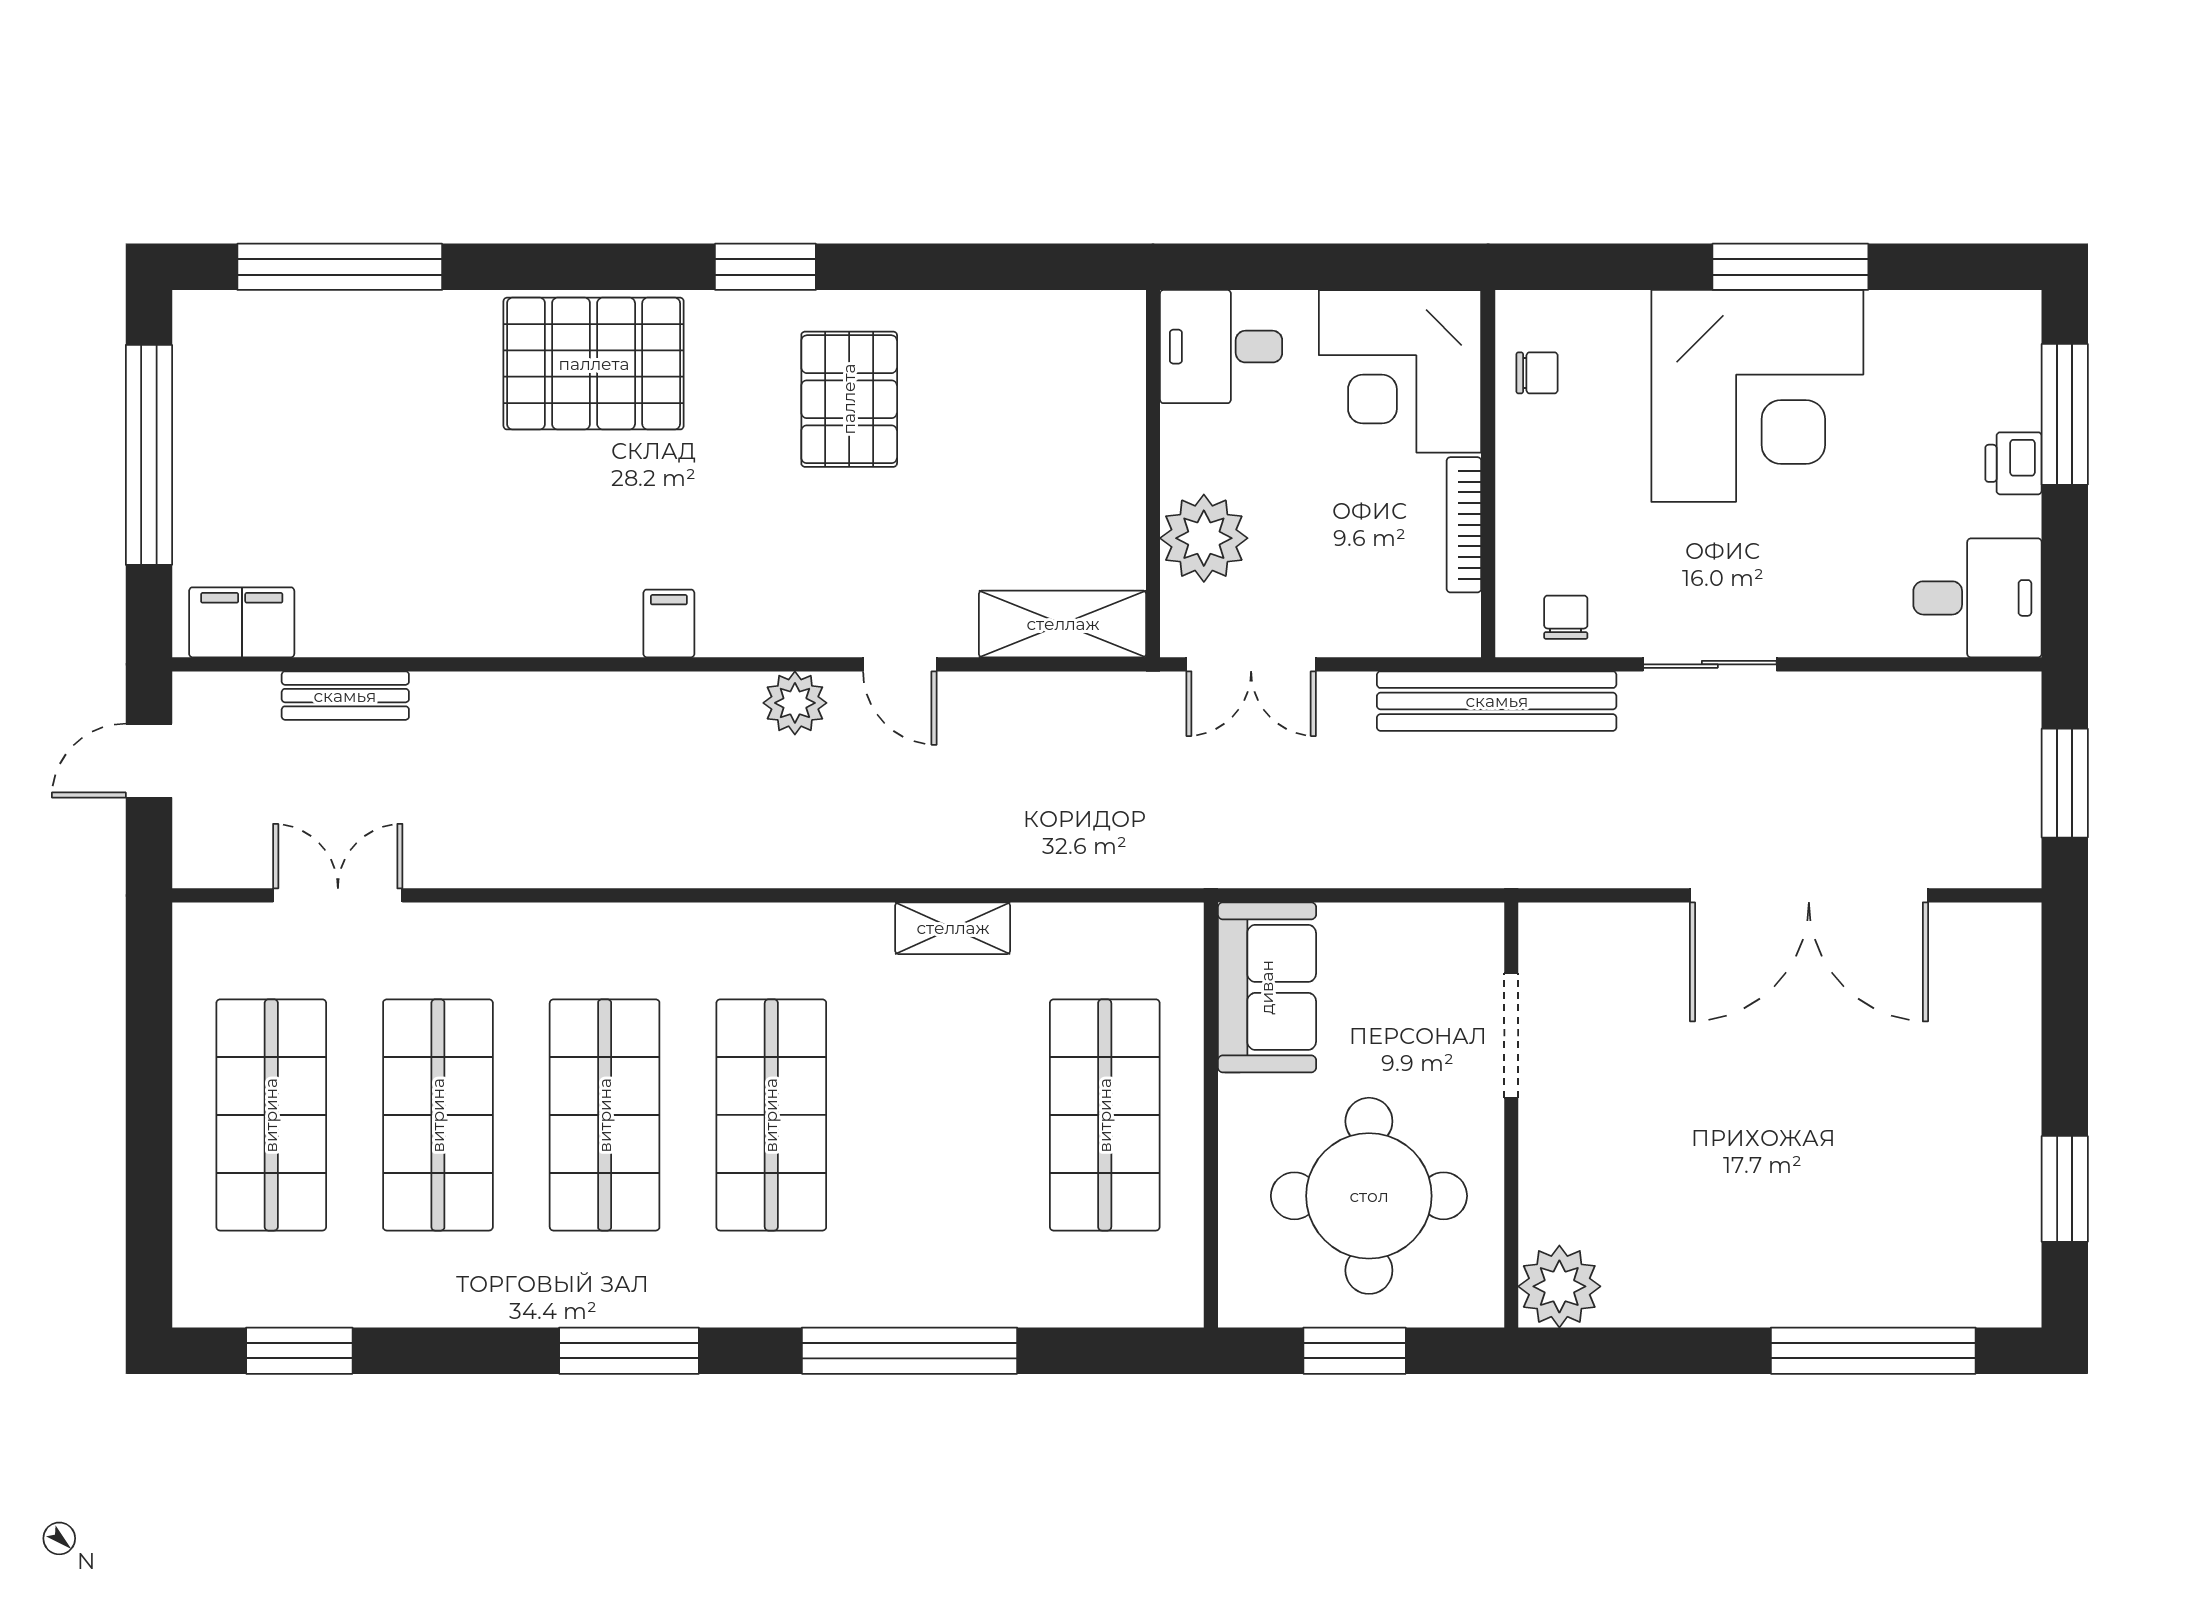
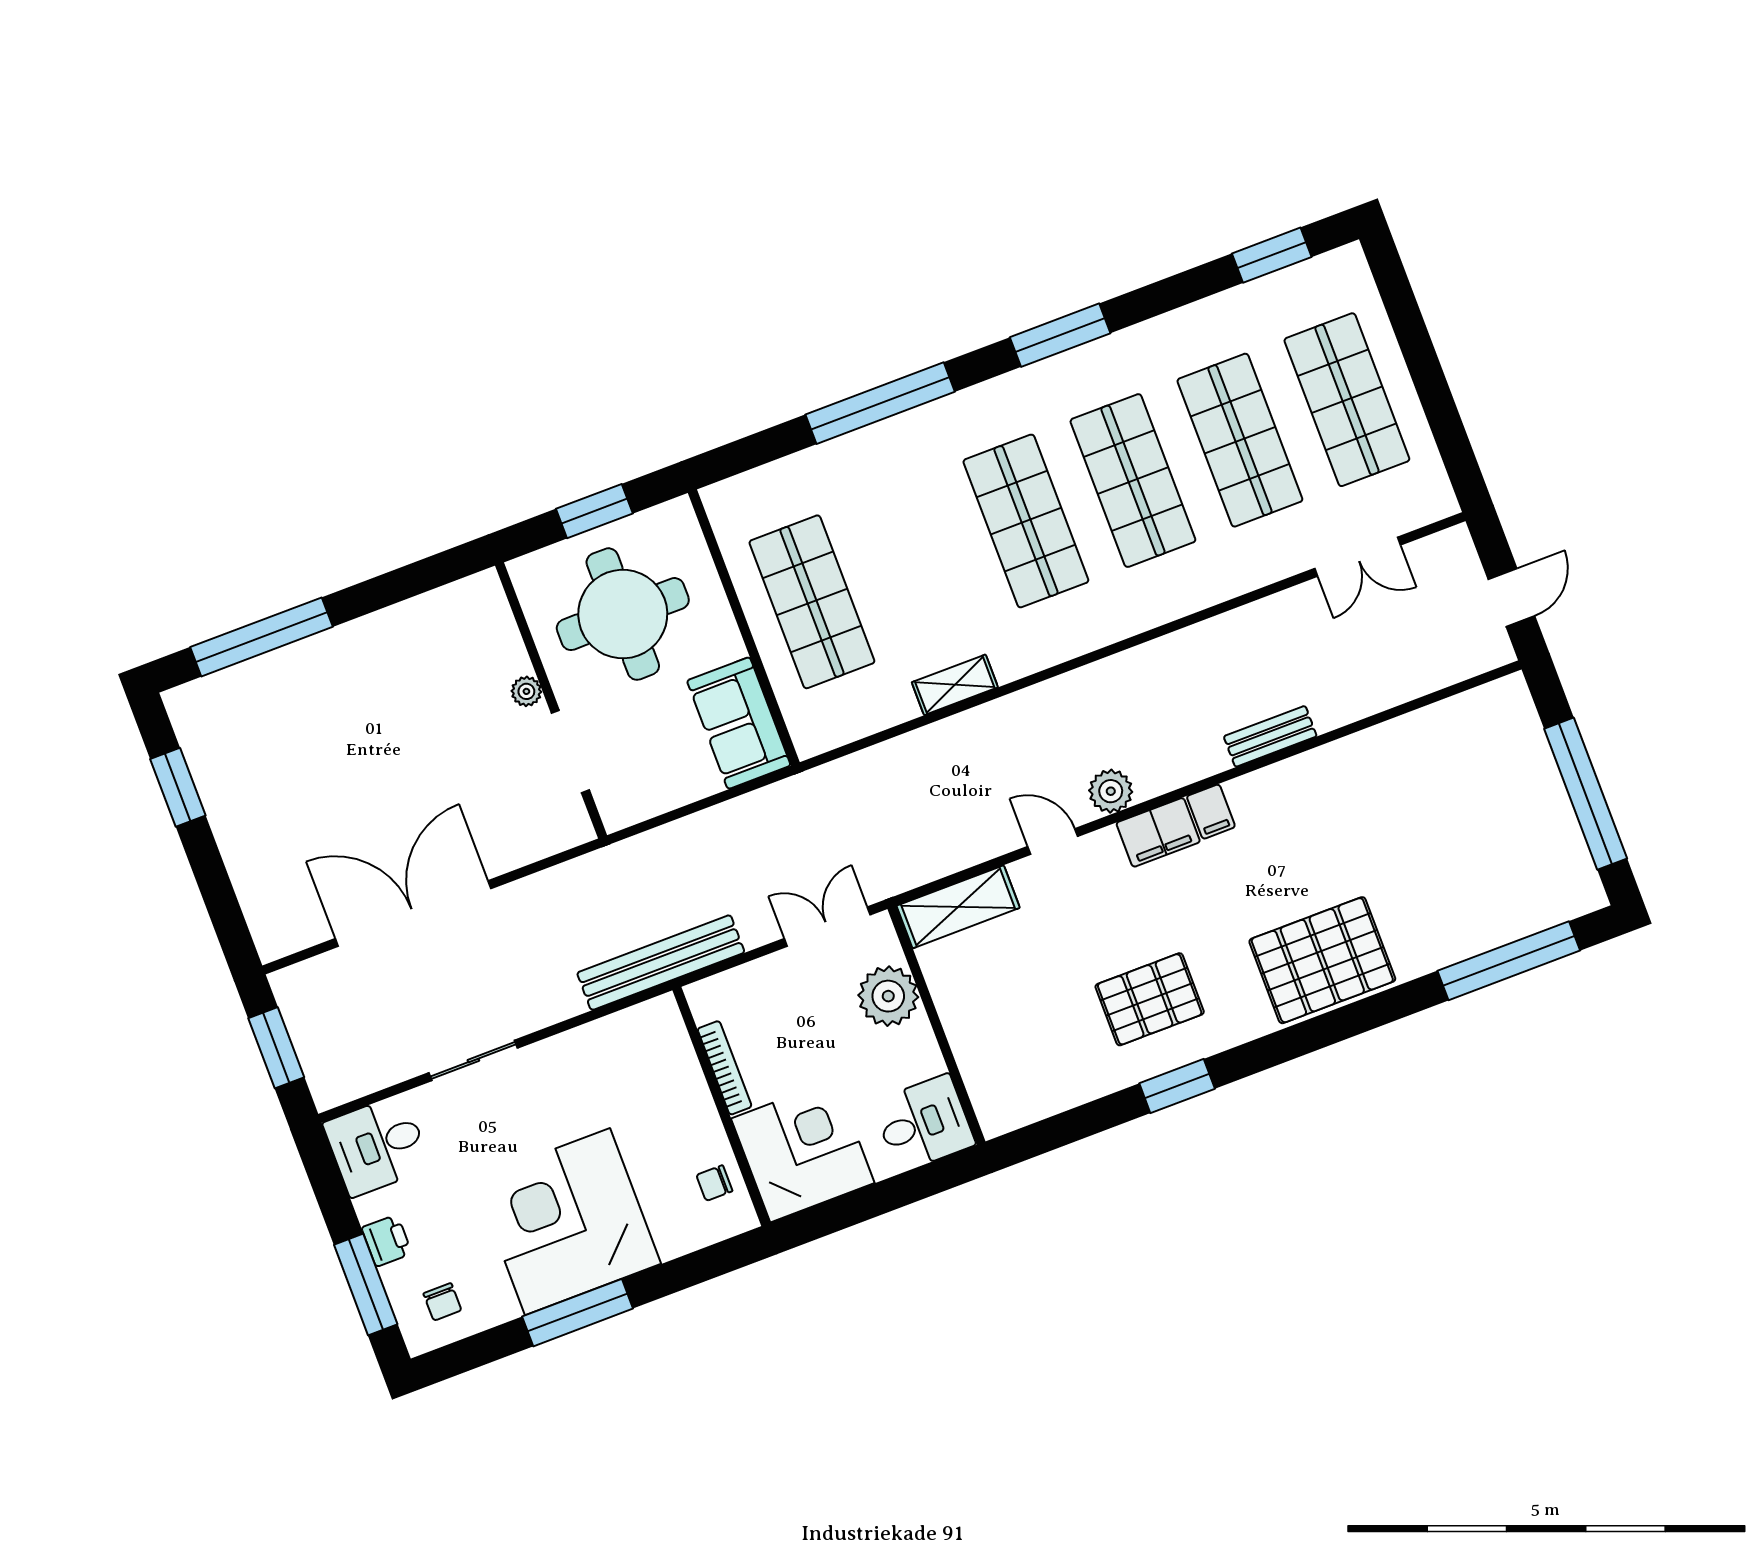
window: (765, 267) -> (1177, 1086), moved
pallet: (849, 399) -> (1150, 999), turned 90
chair: (1566, 617) -> (442, 1302), moved
filing cabinet: (242, 622) -> (1158, 832), moved
sliding door: (1710, 664) -> (473, 1060), moved
bench: (345, 696) -> (1270, 736), moved
plant: (1559, 1286) -> (526, 691), moved, width x0.53, depth x0.53

